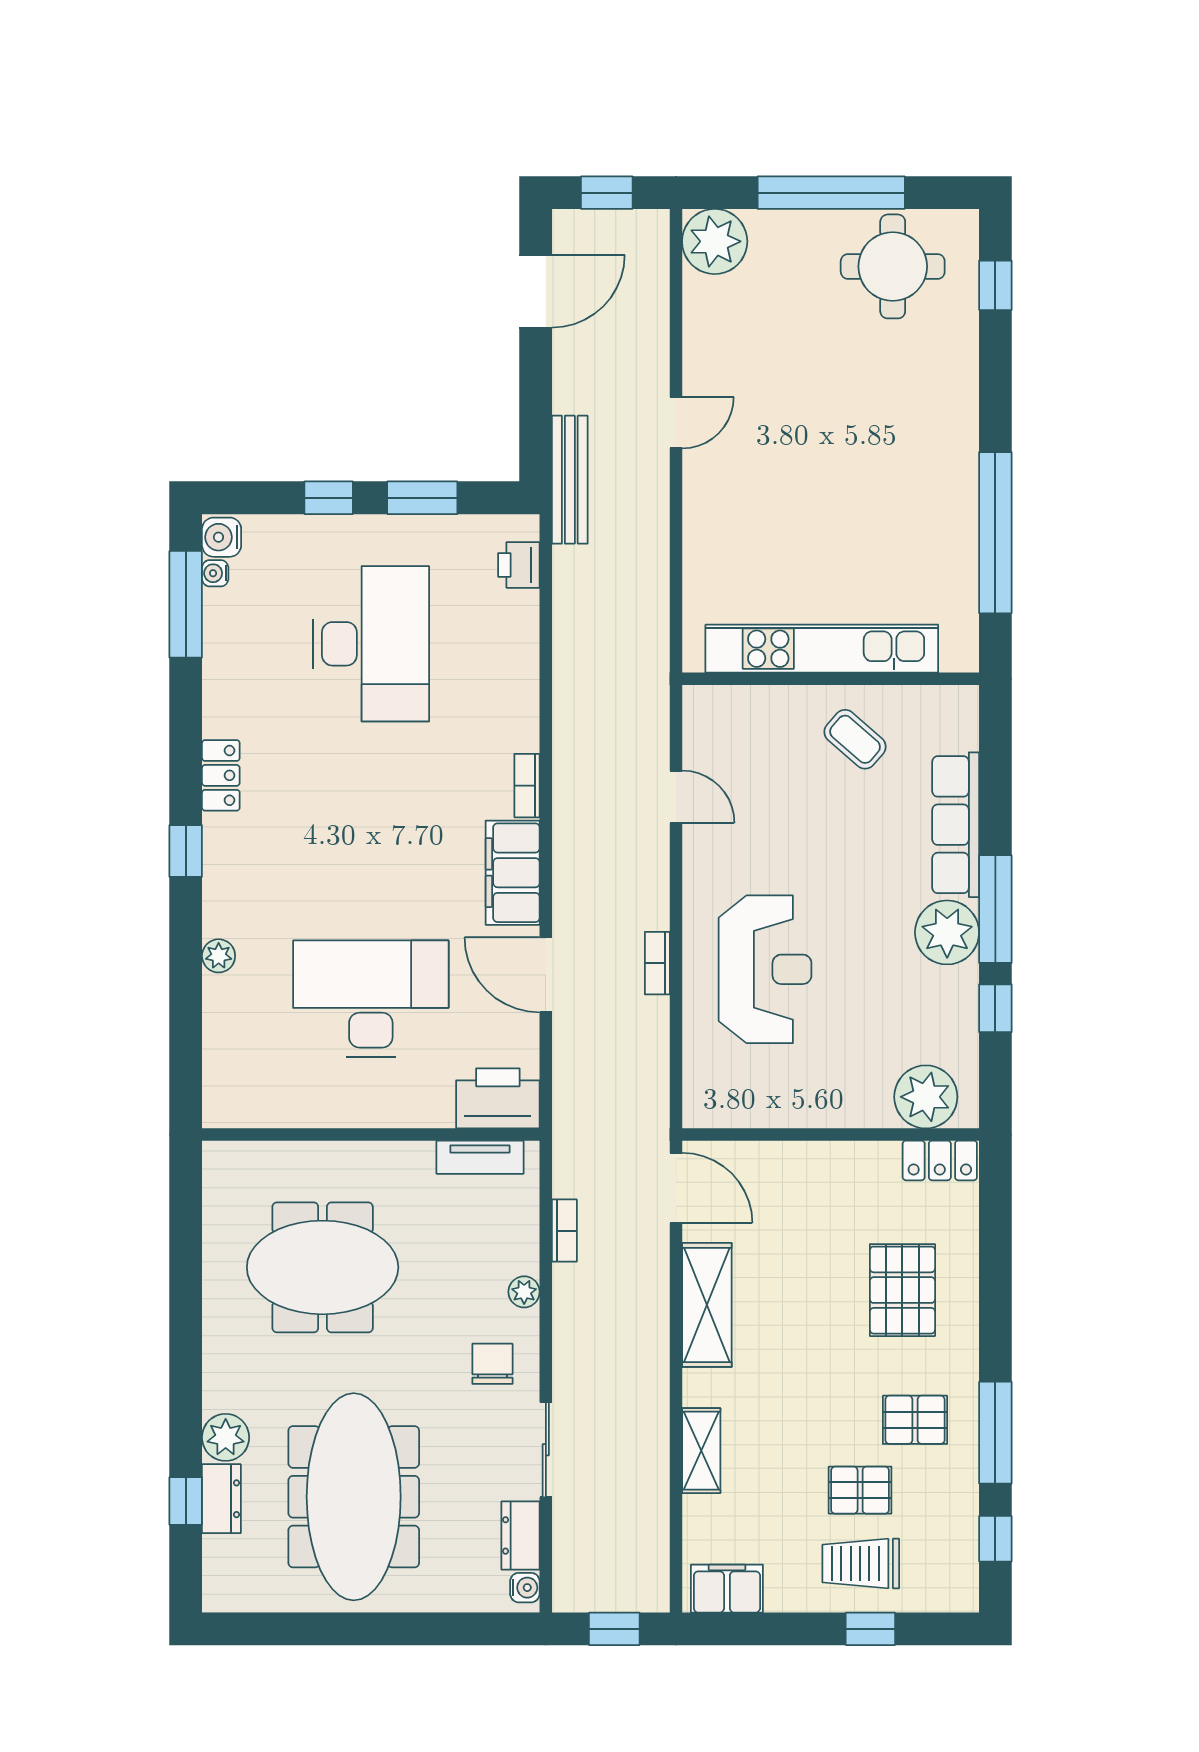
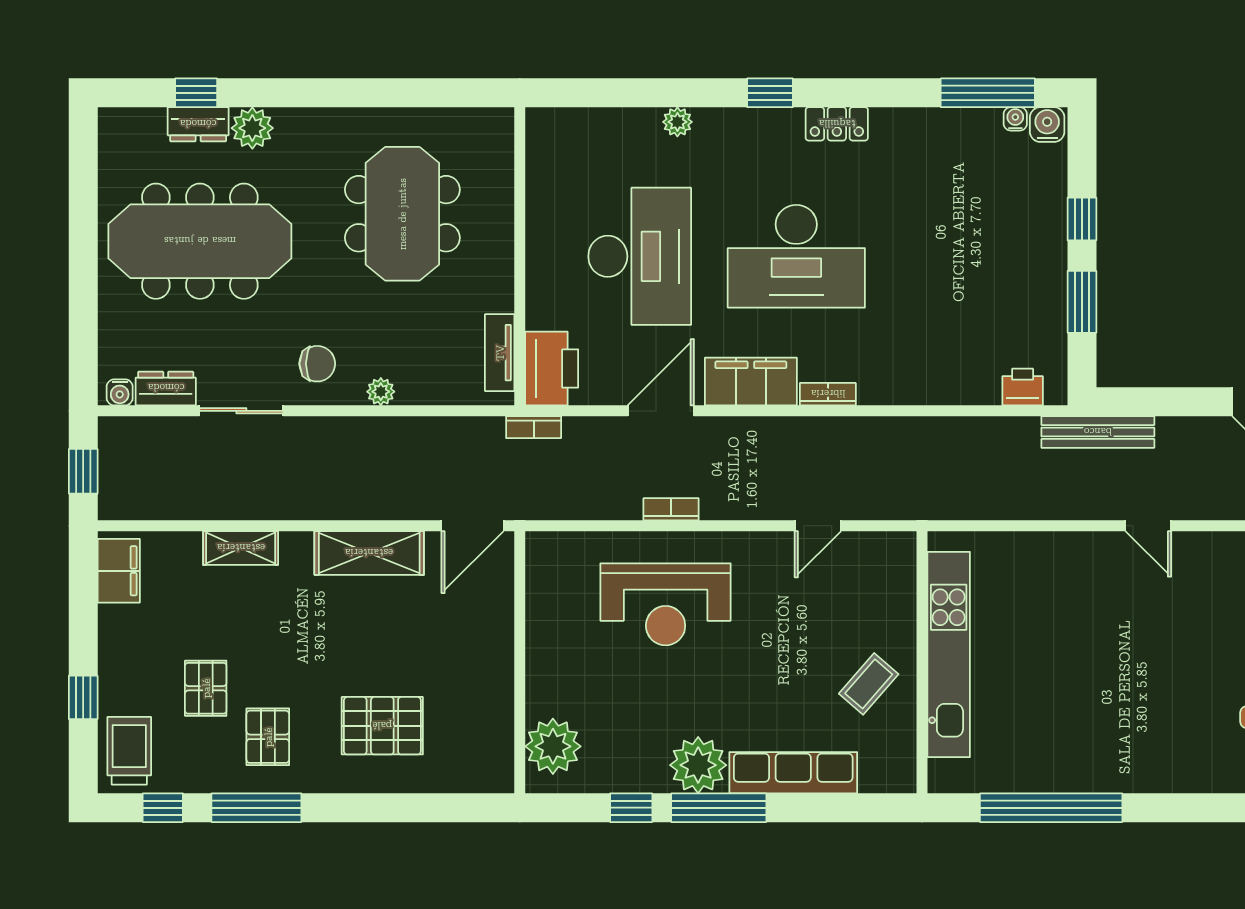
desk: (371, 644) -> (796, 256), moved
locker: (940, 1160) -> (497, 759), removed
bookcase: (564, 1231) -> (534, 427), moved
trolley: (861, 1564) -> (129, 751), moved

